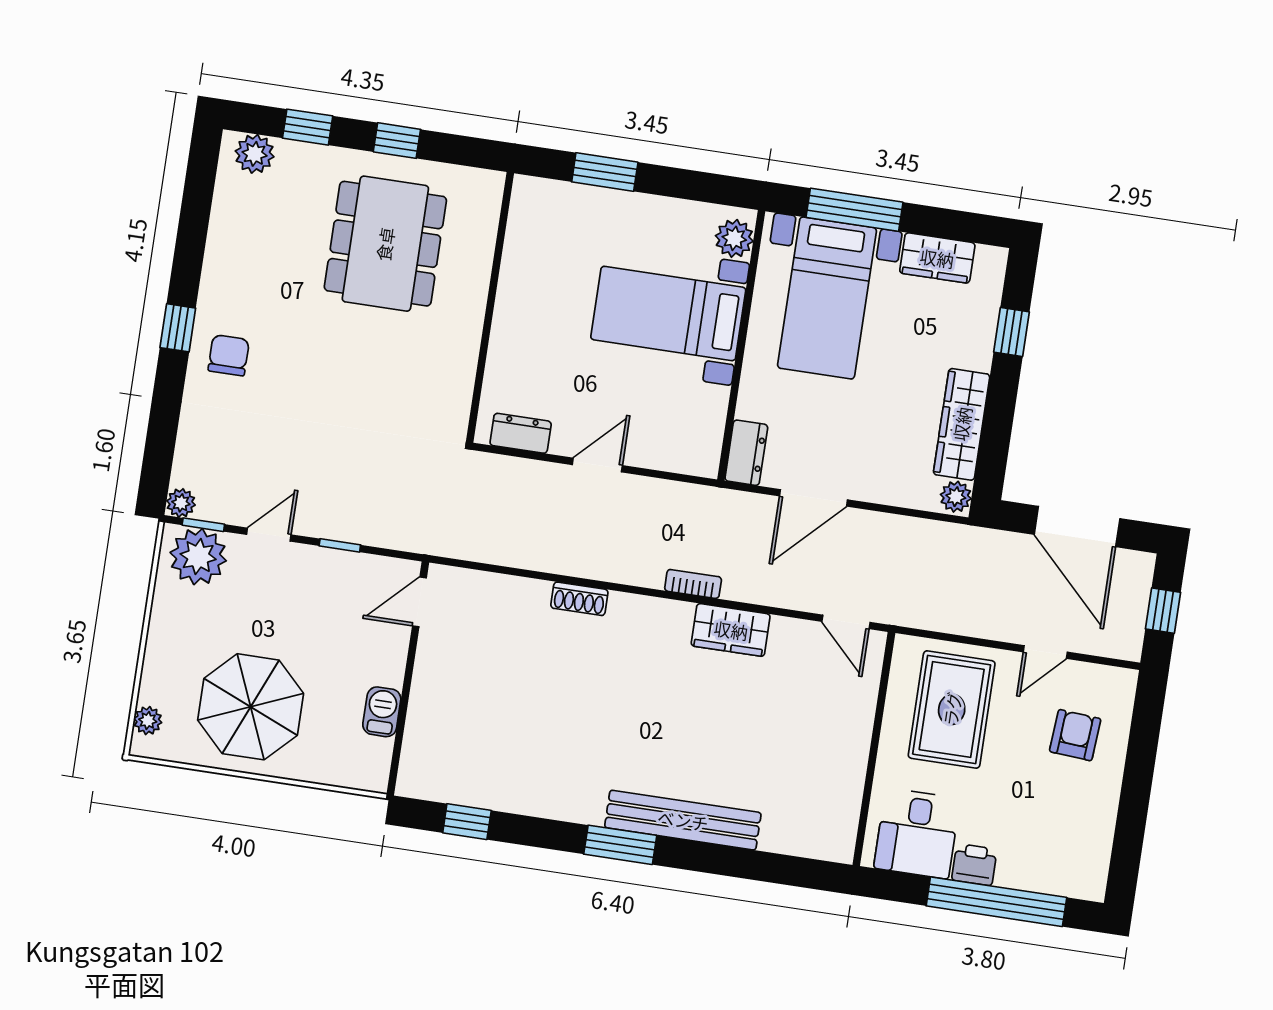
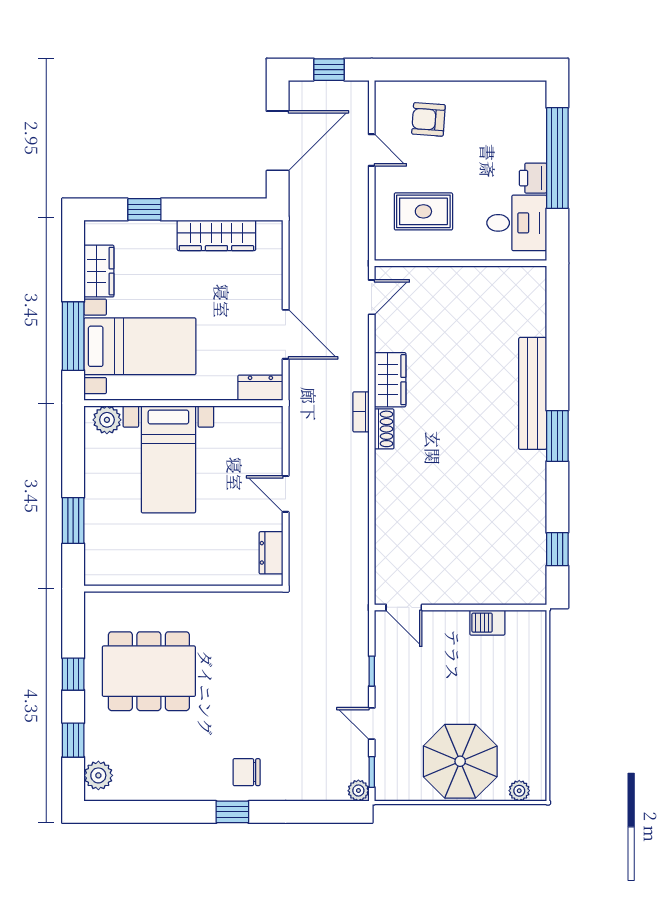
plant: (956, 497) -> (269, 232), removed
plant: (198, 557) -> (395, 772), removed
shoe rack: (579, 599) -> (384, 429), moved
parasol: (251, 707) -> (460, 761), moved
rug: (952, 709) -> (423, 211), width x0.73, depth x0.70

